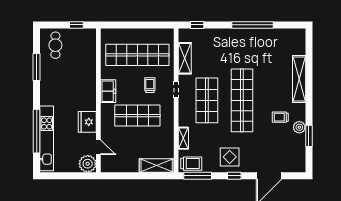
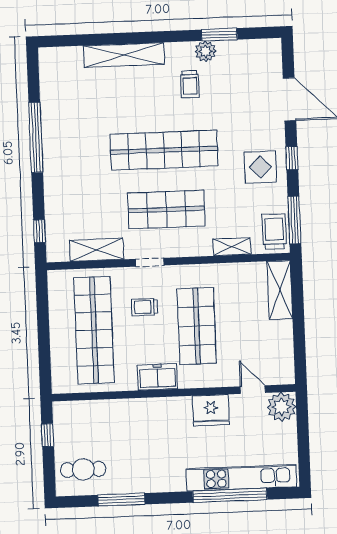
door: (98, 147) -> (253, 390), hinge flipped

